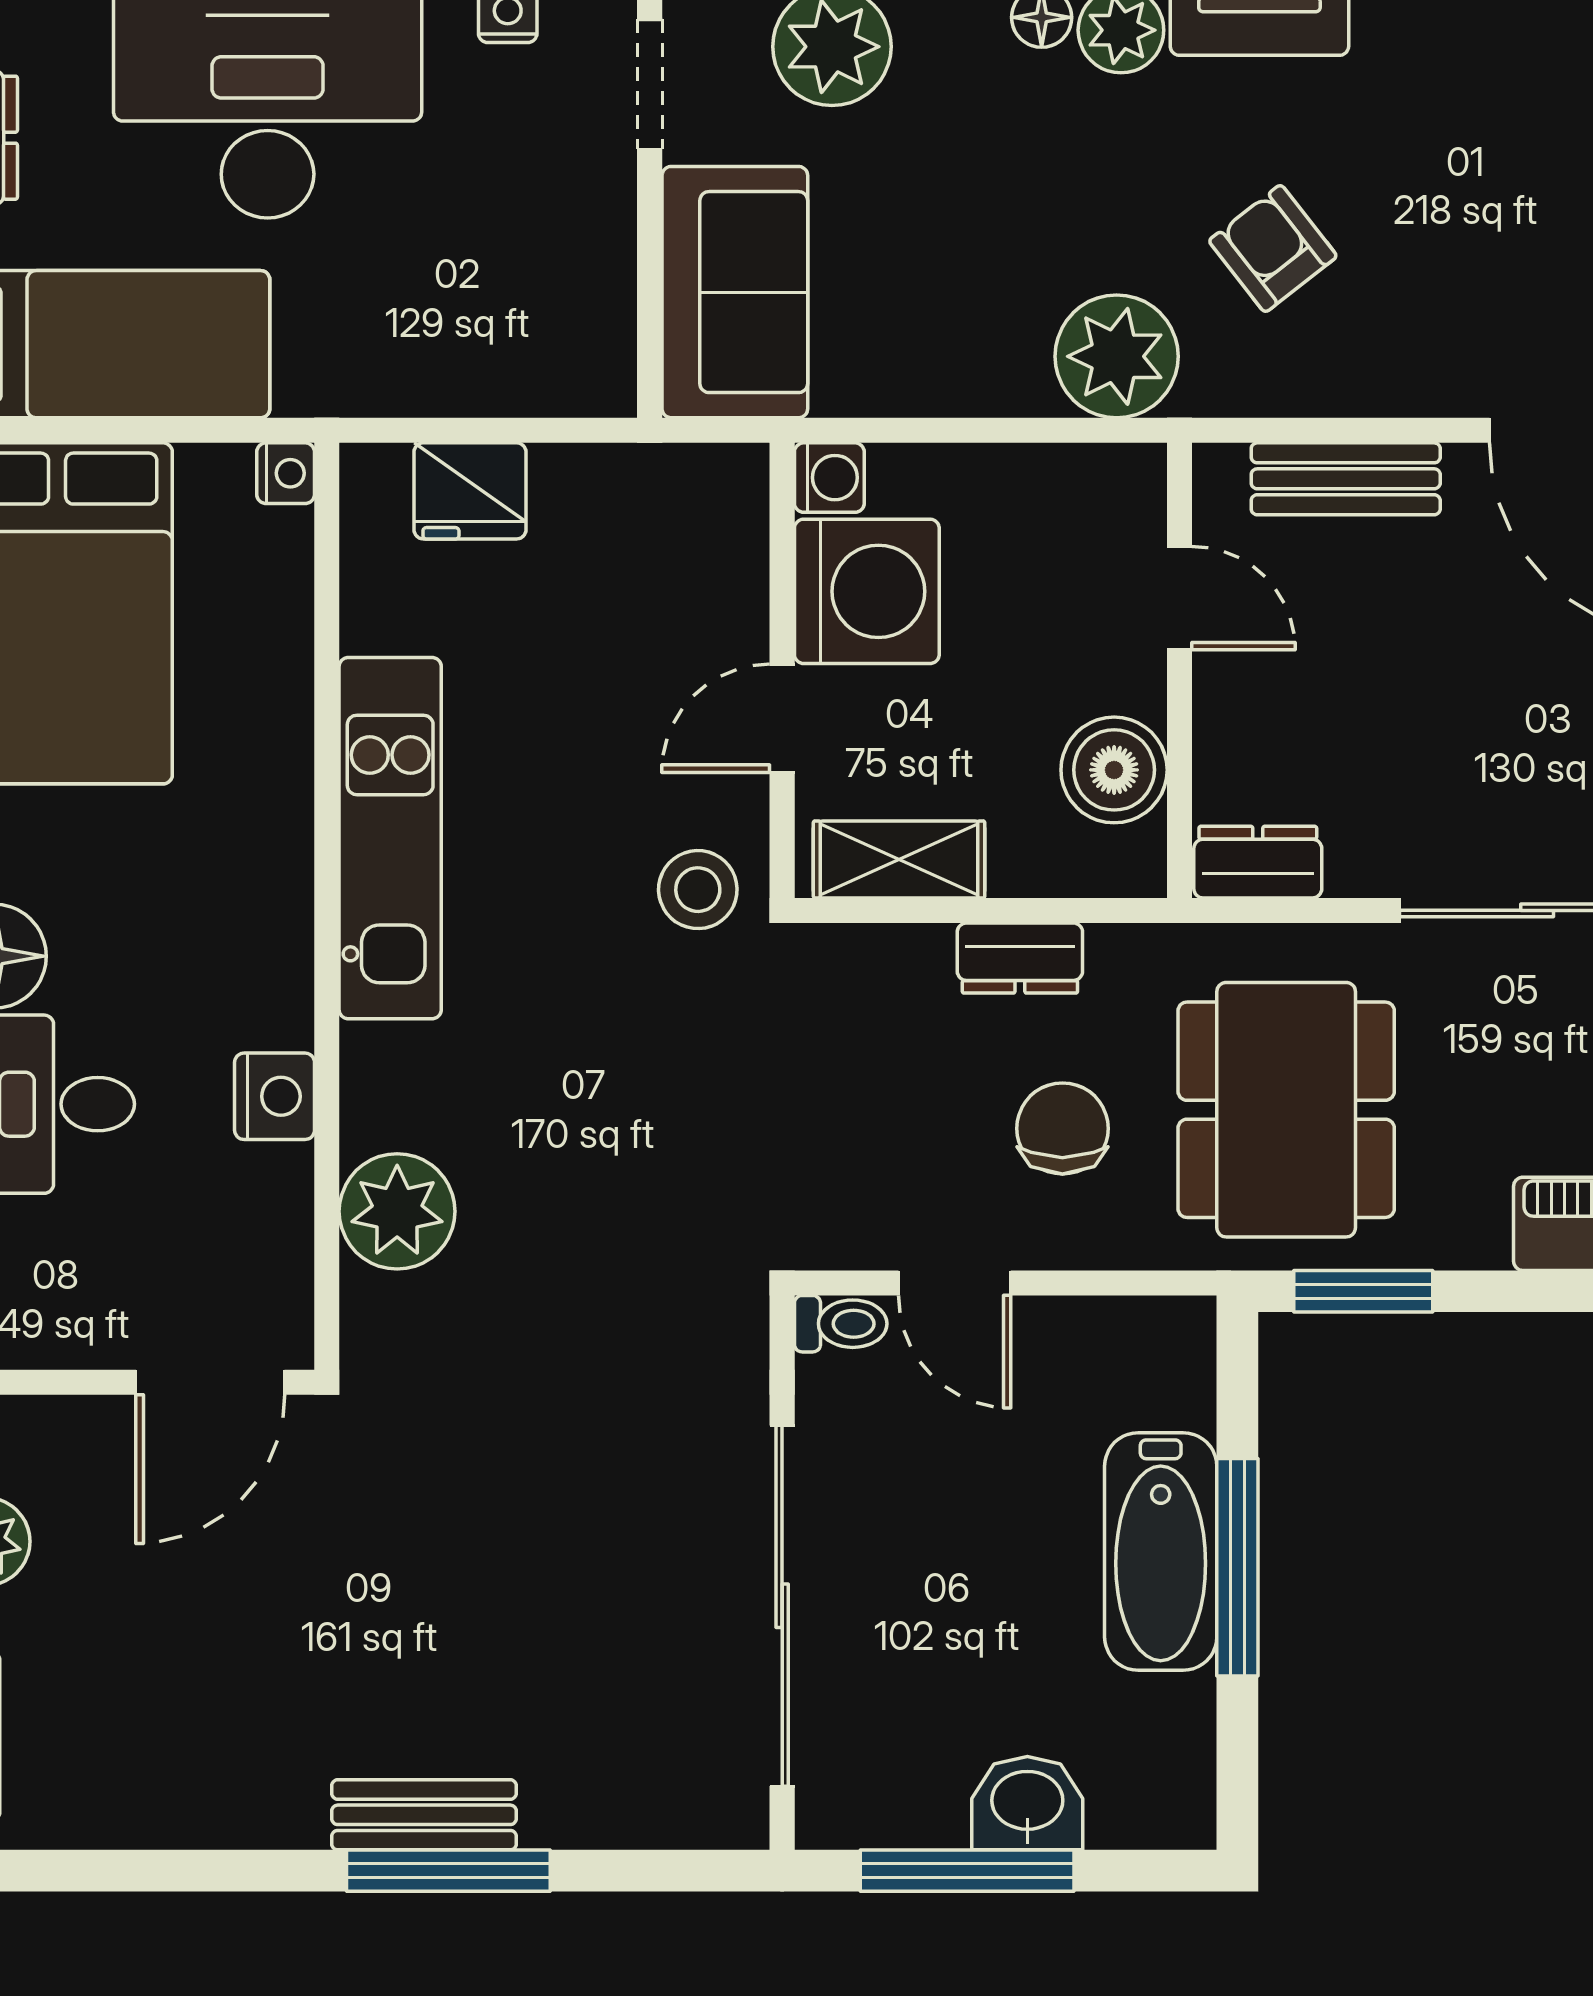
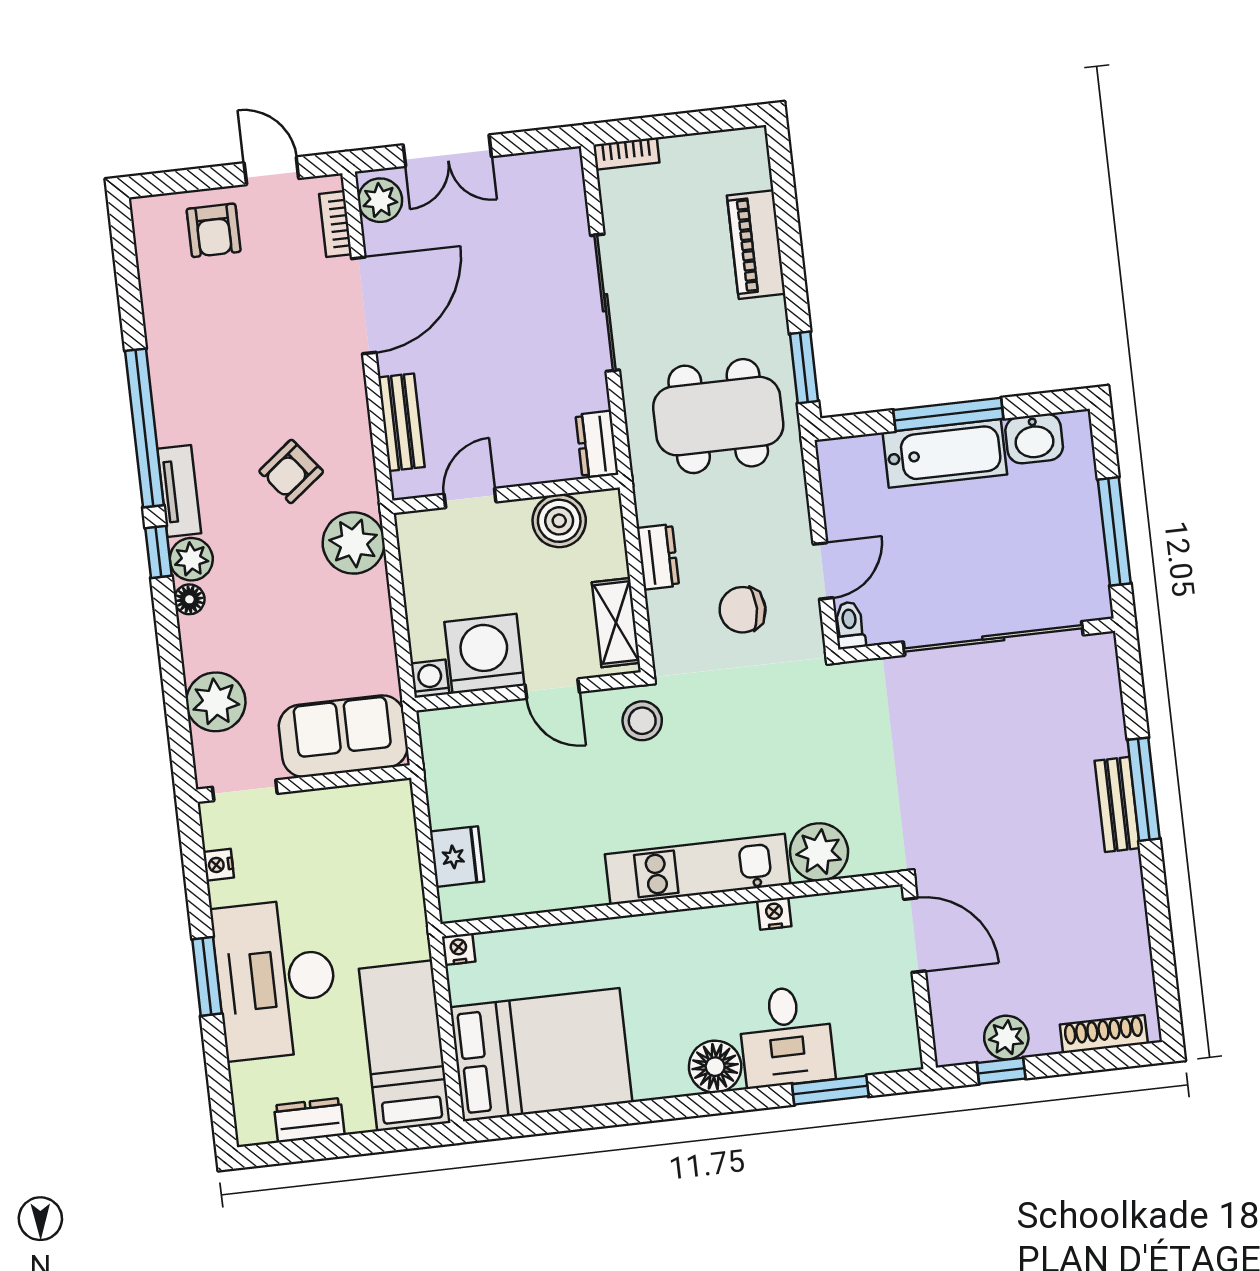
kitchen unit: (390, 838) -> (698, 869), moved
nightstand: (275, 1096) -> (774, 914), width x0.72, depth x0.74
chair: (1062, 1128) -> (743, 610), moved
washbasin: (1027, 1803) -> (1034, 439), moved, turned -90

